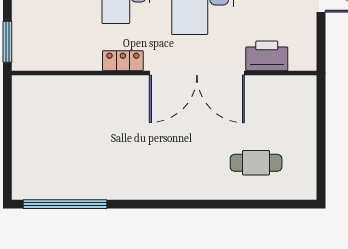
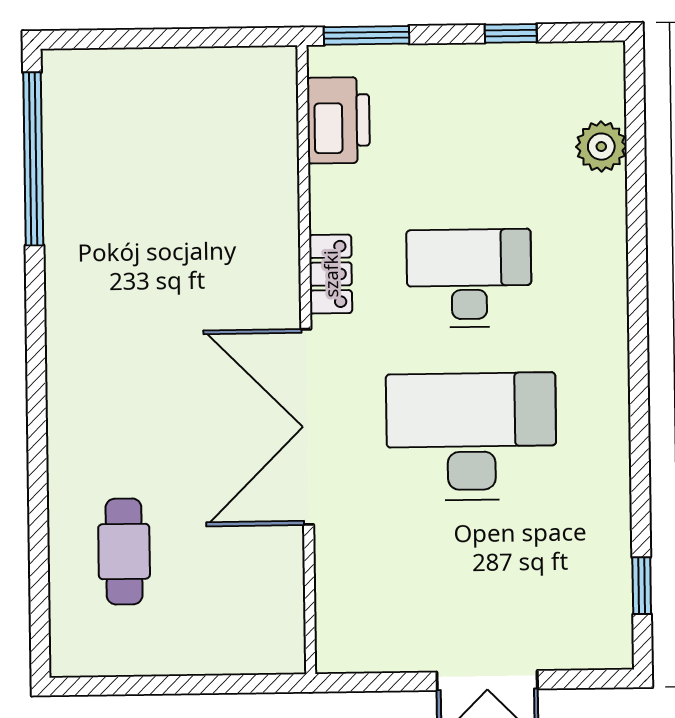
printer: (267, 56) -> (338, 120), moved

